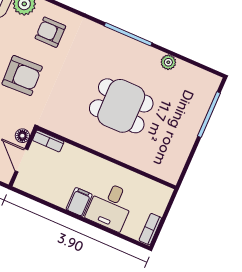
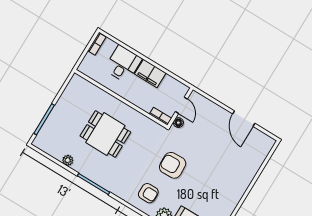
filing cabinet: (79, 202) -> (150, 74), width x2.00

